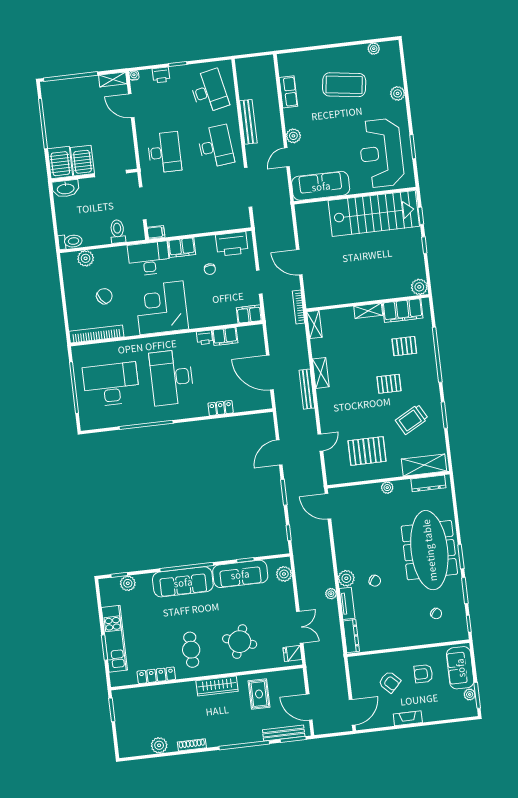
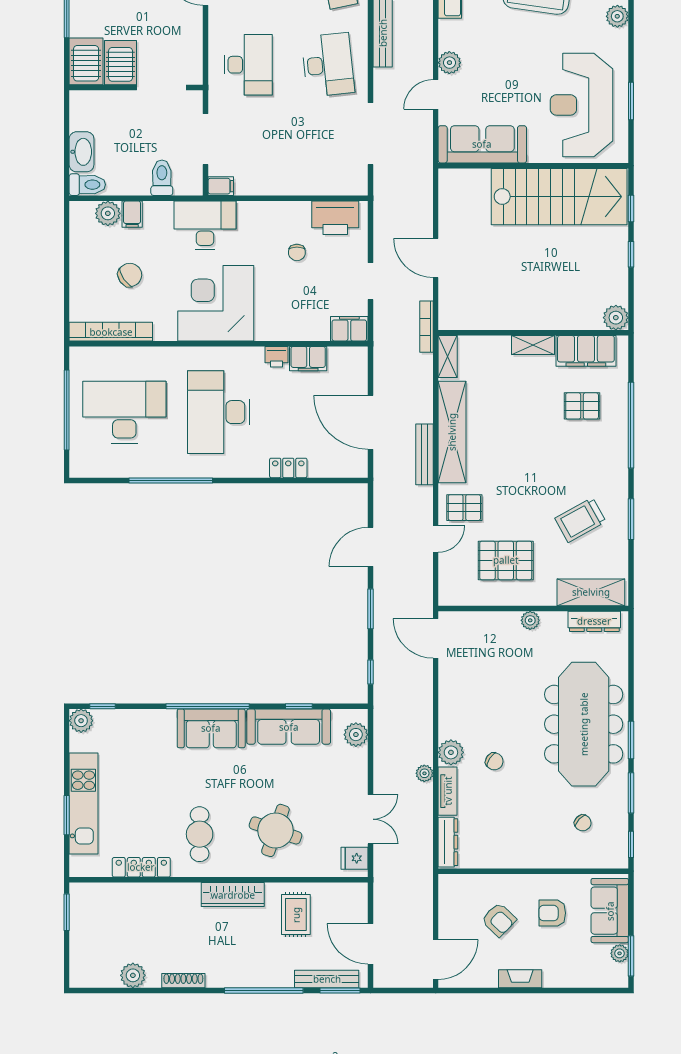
washbasin: (66, 188) -> (82, 152), moved, turned -90
filing cabinet: (182, 248) -> (132, 214), moved, width x0.50
shelving: (321, 373) -> (452, 432), width x2.20, depth x1.33
pallet: (389, 384) -> (464, 508), moved
sofa: (183, 582) -> (211, 728), width x0.73
plant: (128, 583) -> (81, 721), moved

